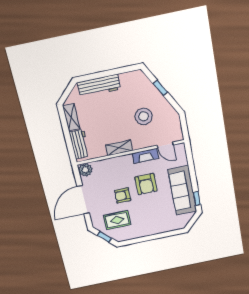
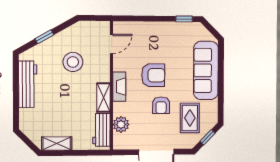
workbench: (99, 86) -> (28, 84), moved
workbench: (79, 144) -> (101, 130), moved, turned -90
fireplace: (145, 156) -> (119, 87), moved
plant: (85, 170) -> (121, 124), moved
sofa: (182, 191) -> (206, 70), moved, turned 90

